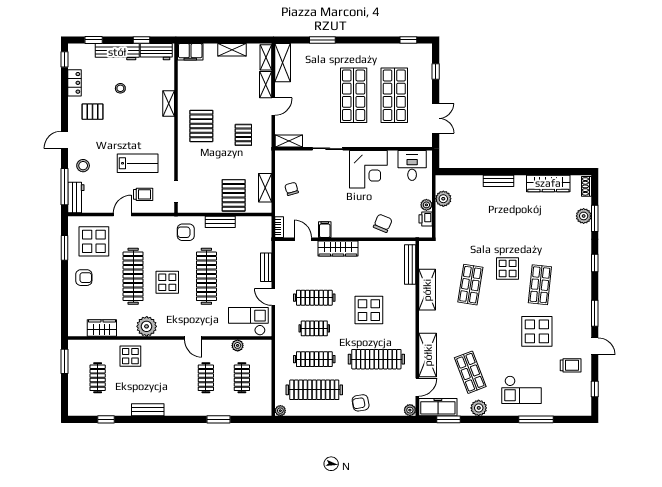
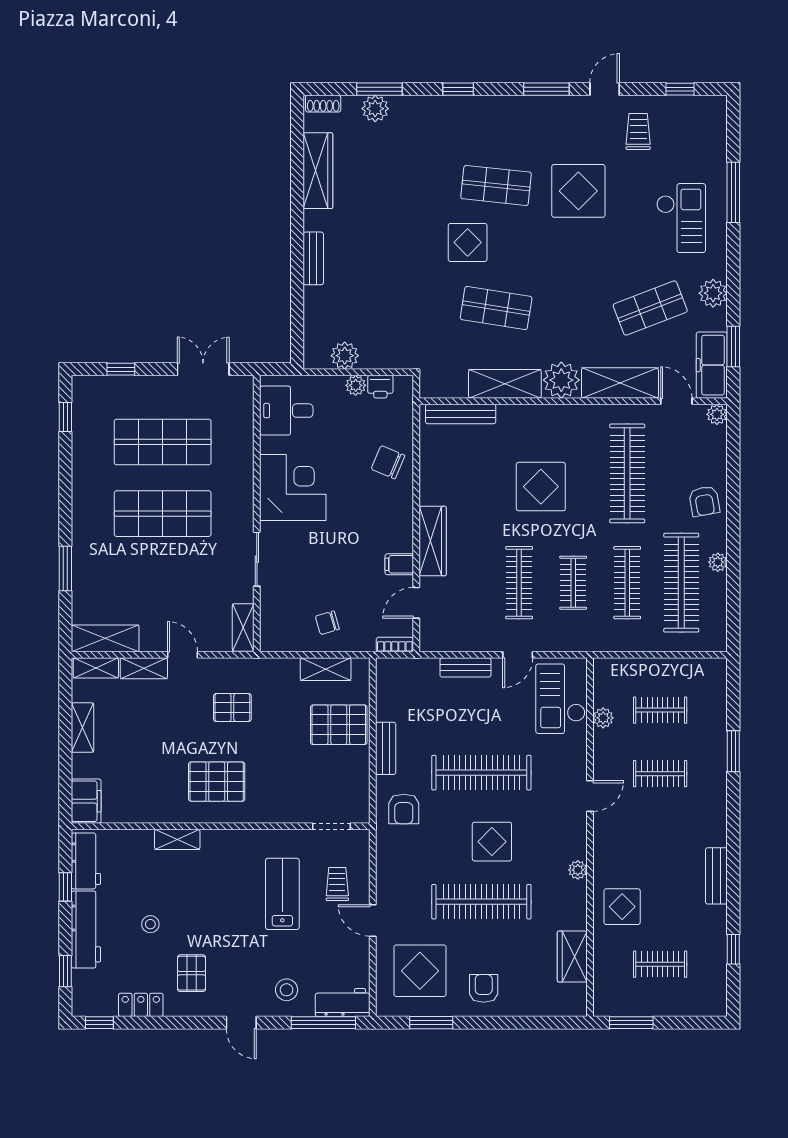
plant: (429, 322) -> (561, 380), added
plant: (147, 326) -> (578, 870), width x0.53, depth x0.53
plant: (280, 411) -> (718, 562), moved

